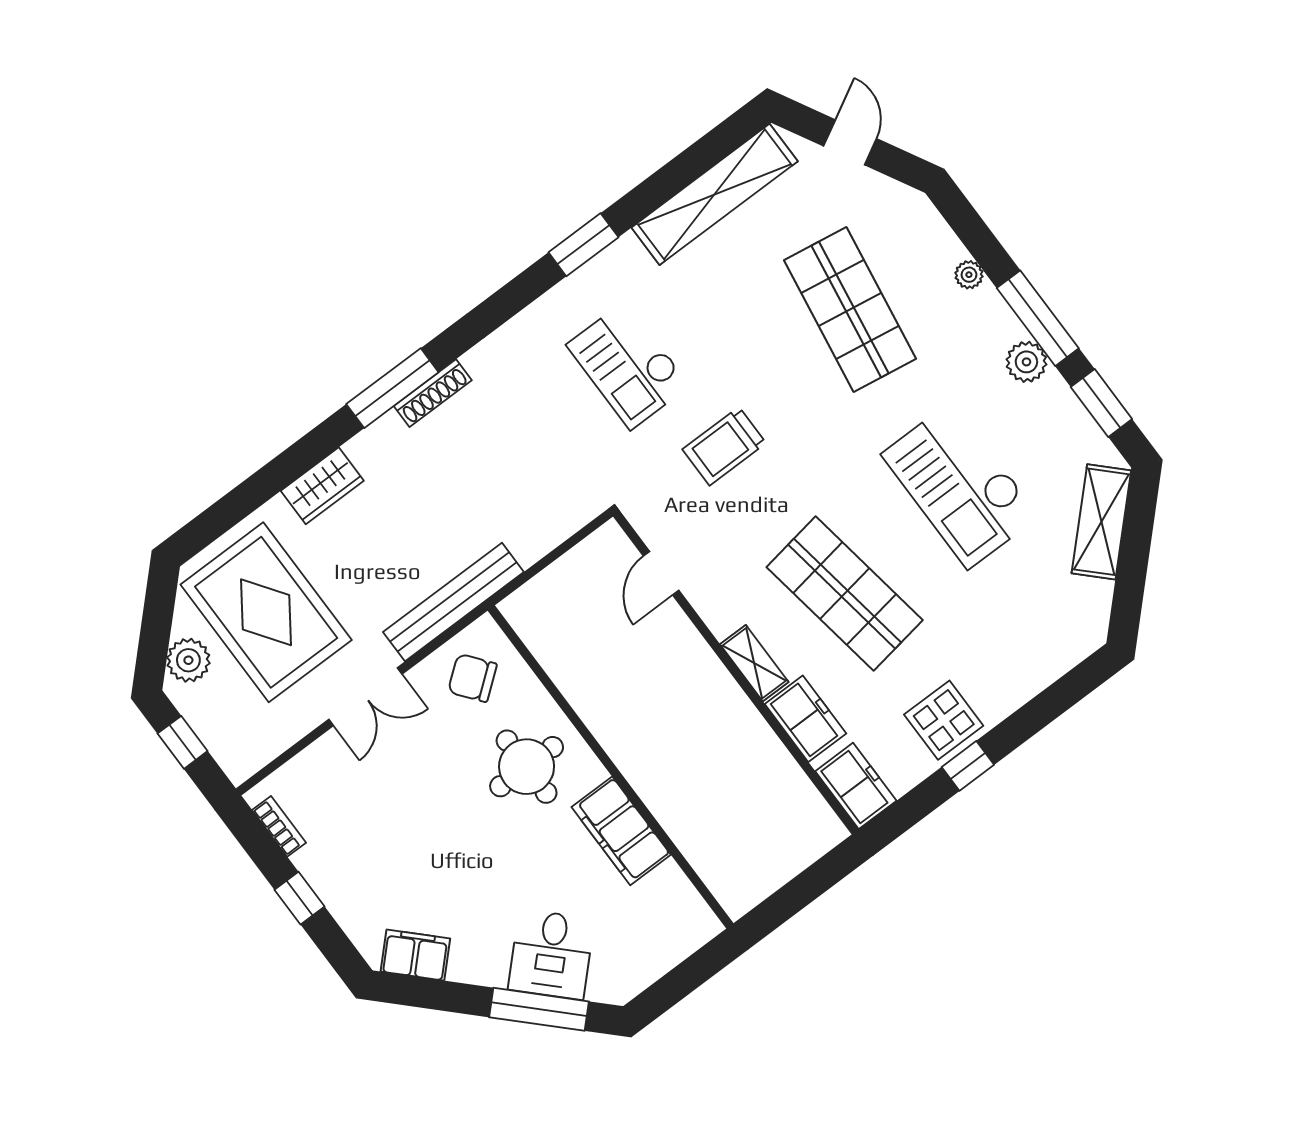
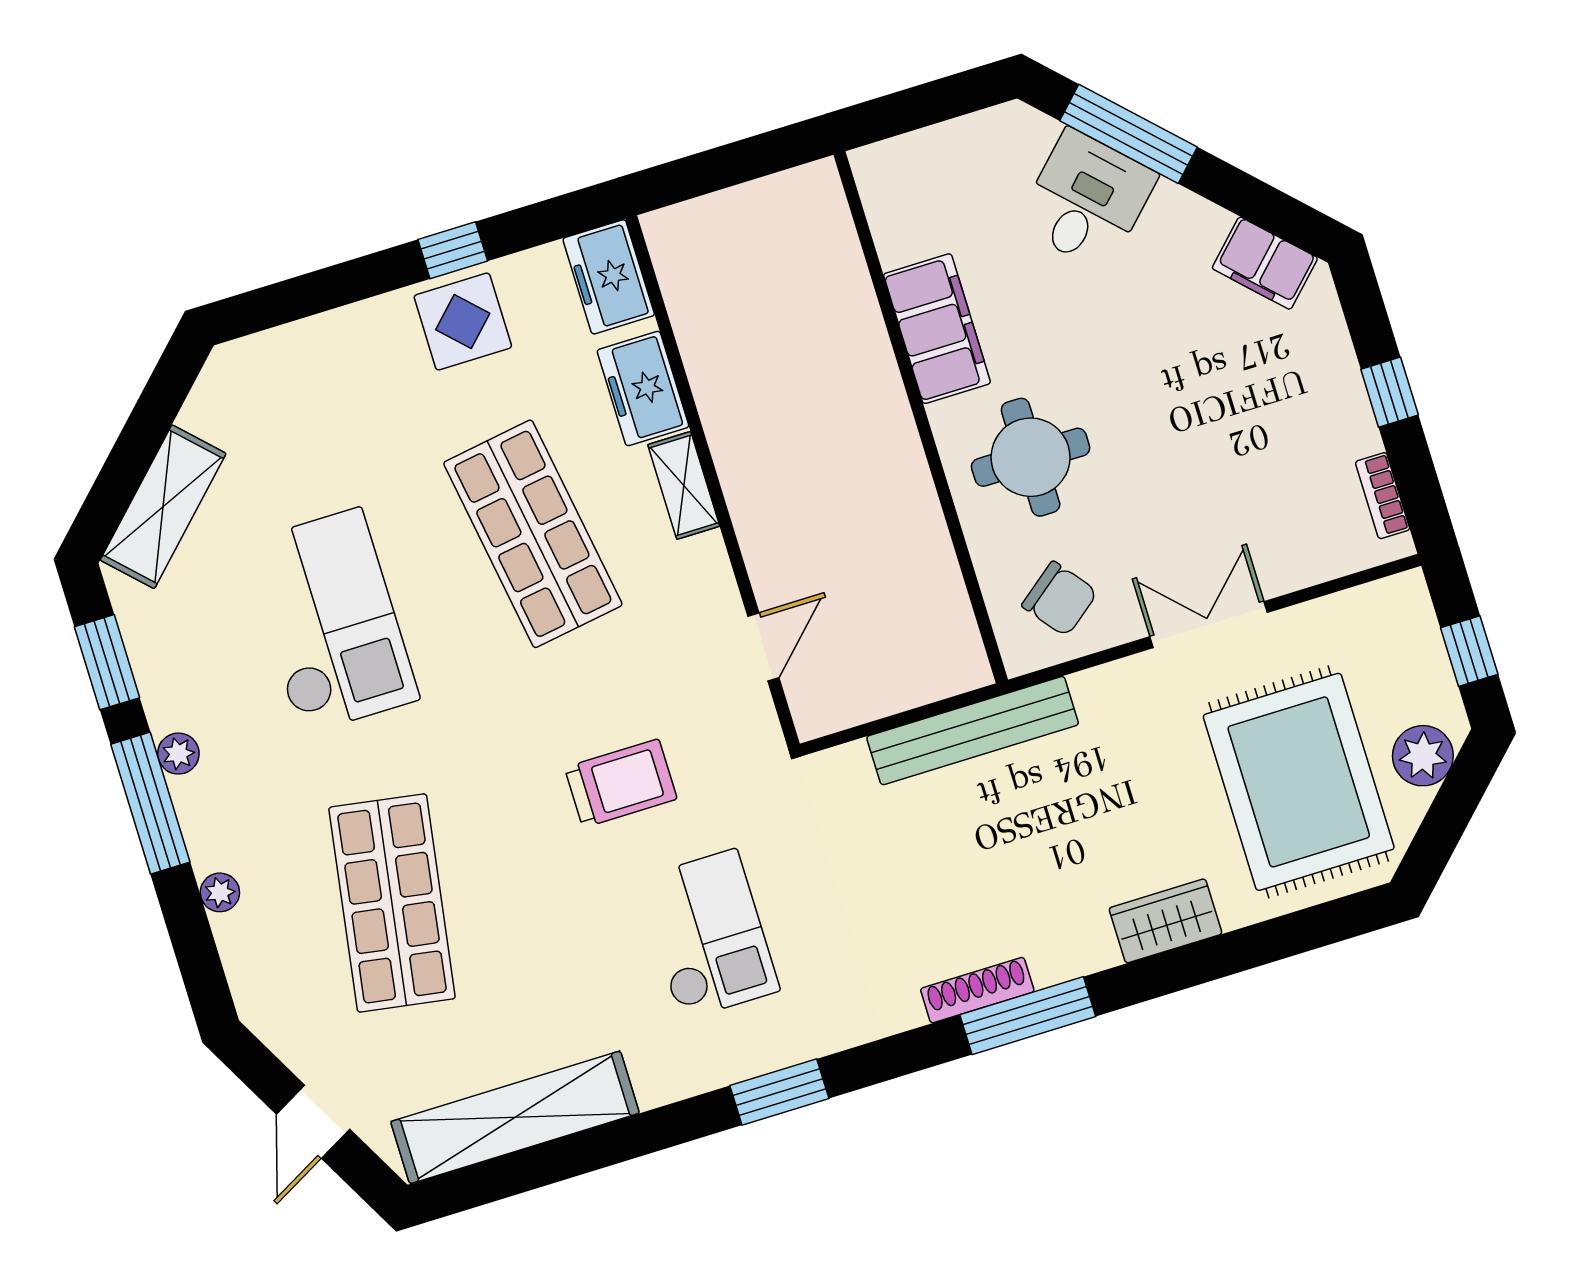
window: (583, 245) -> (779, 1092), moved
plant: (1026, 362) -> (178, 754), width x0.73, depth x0.73
bench: (453, 602) -> (973, 731), moved

